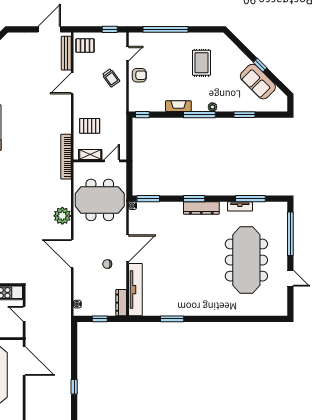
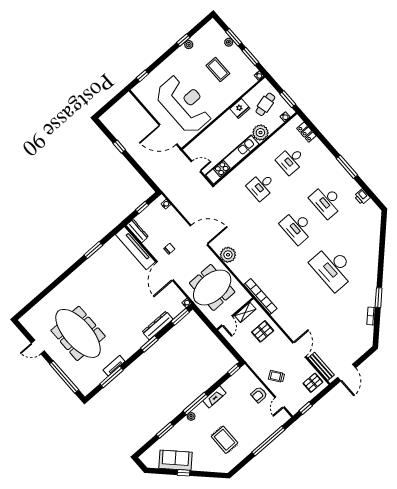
dresser: (201, 208) -> (158, 326), moved

